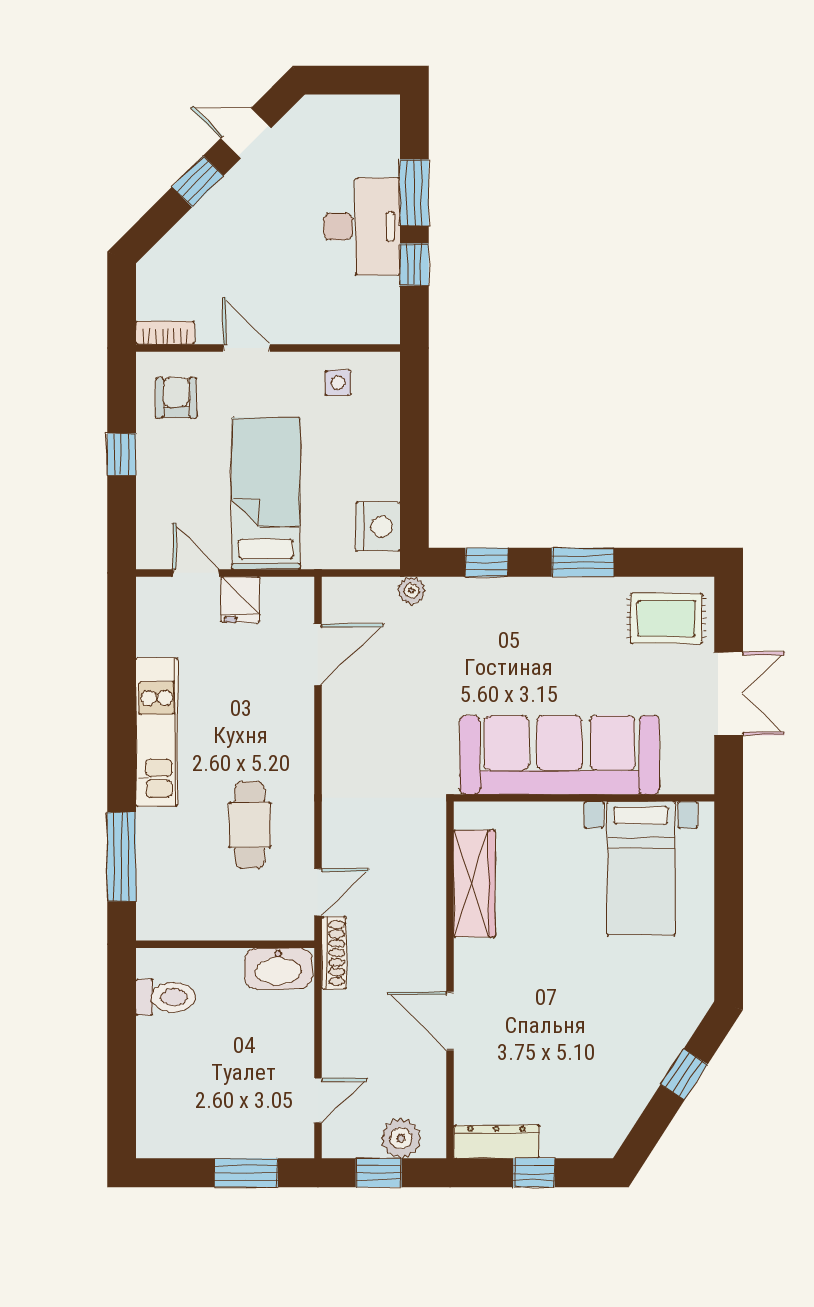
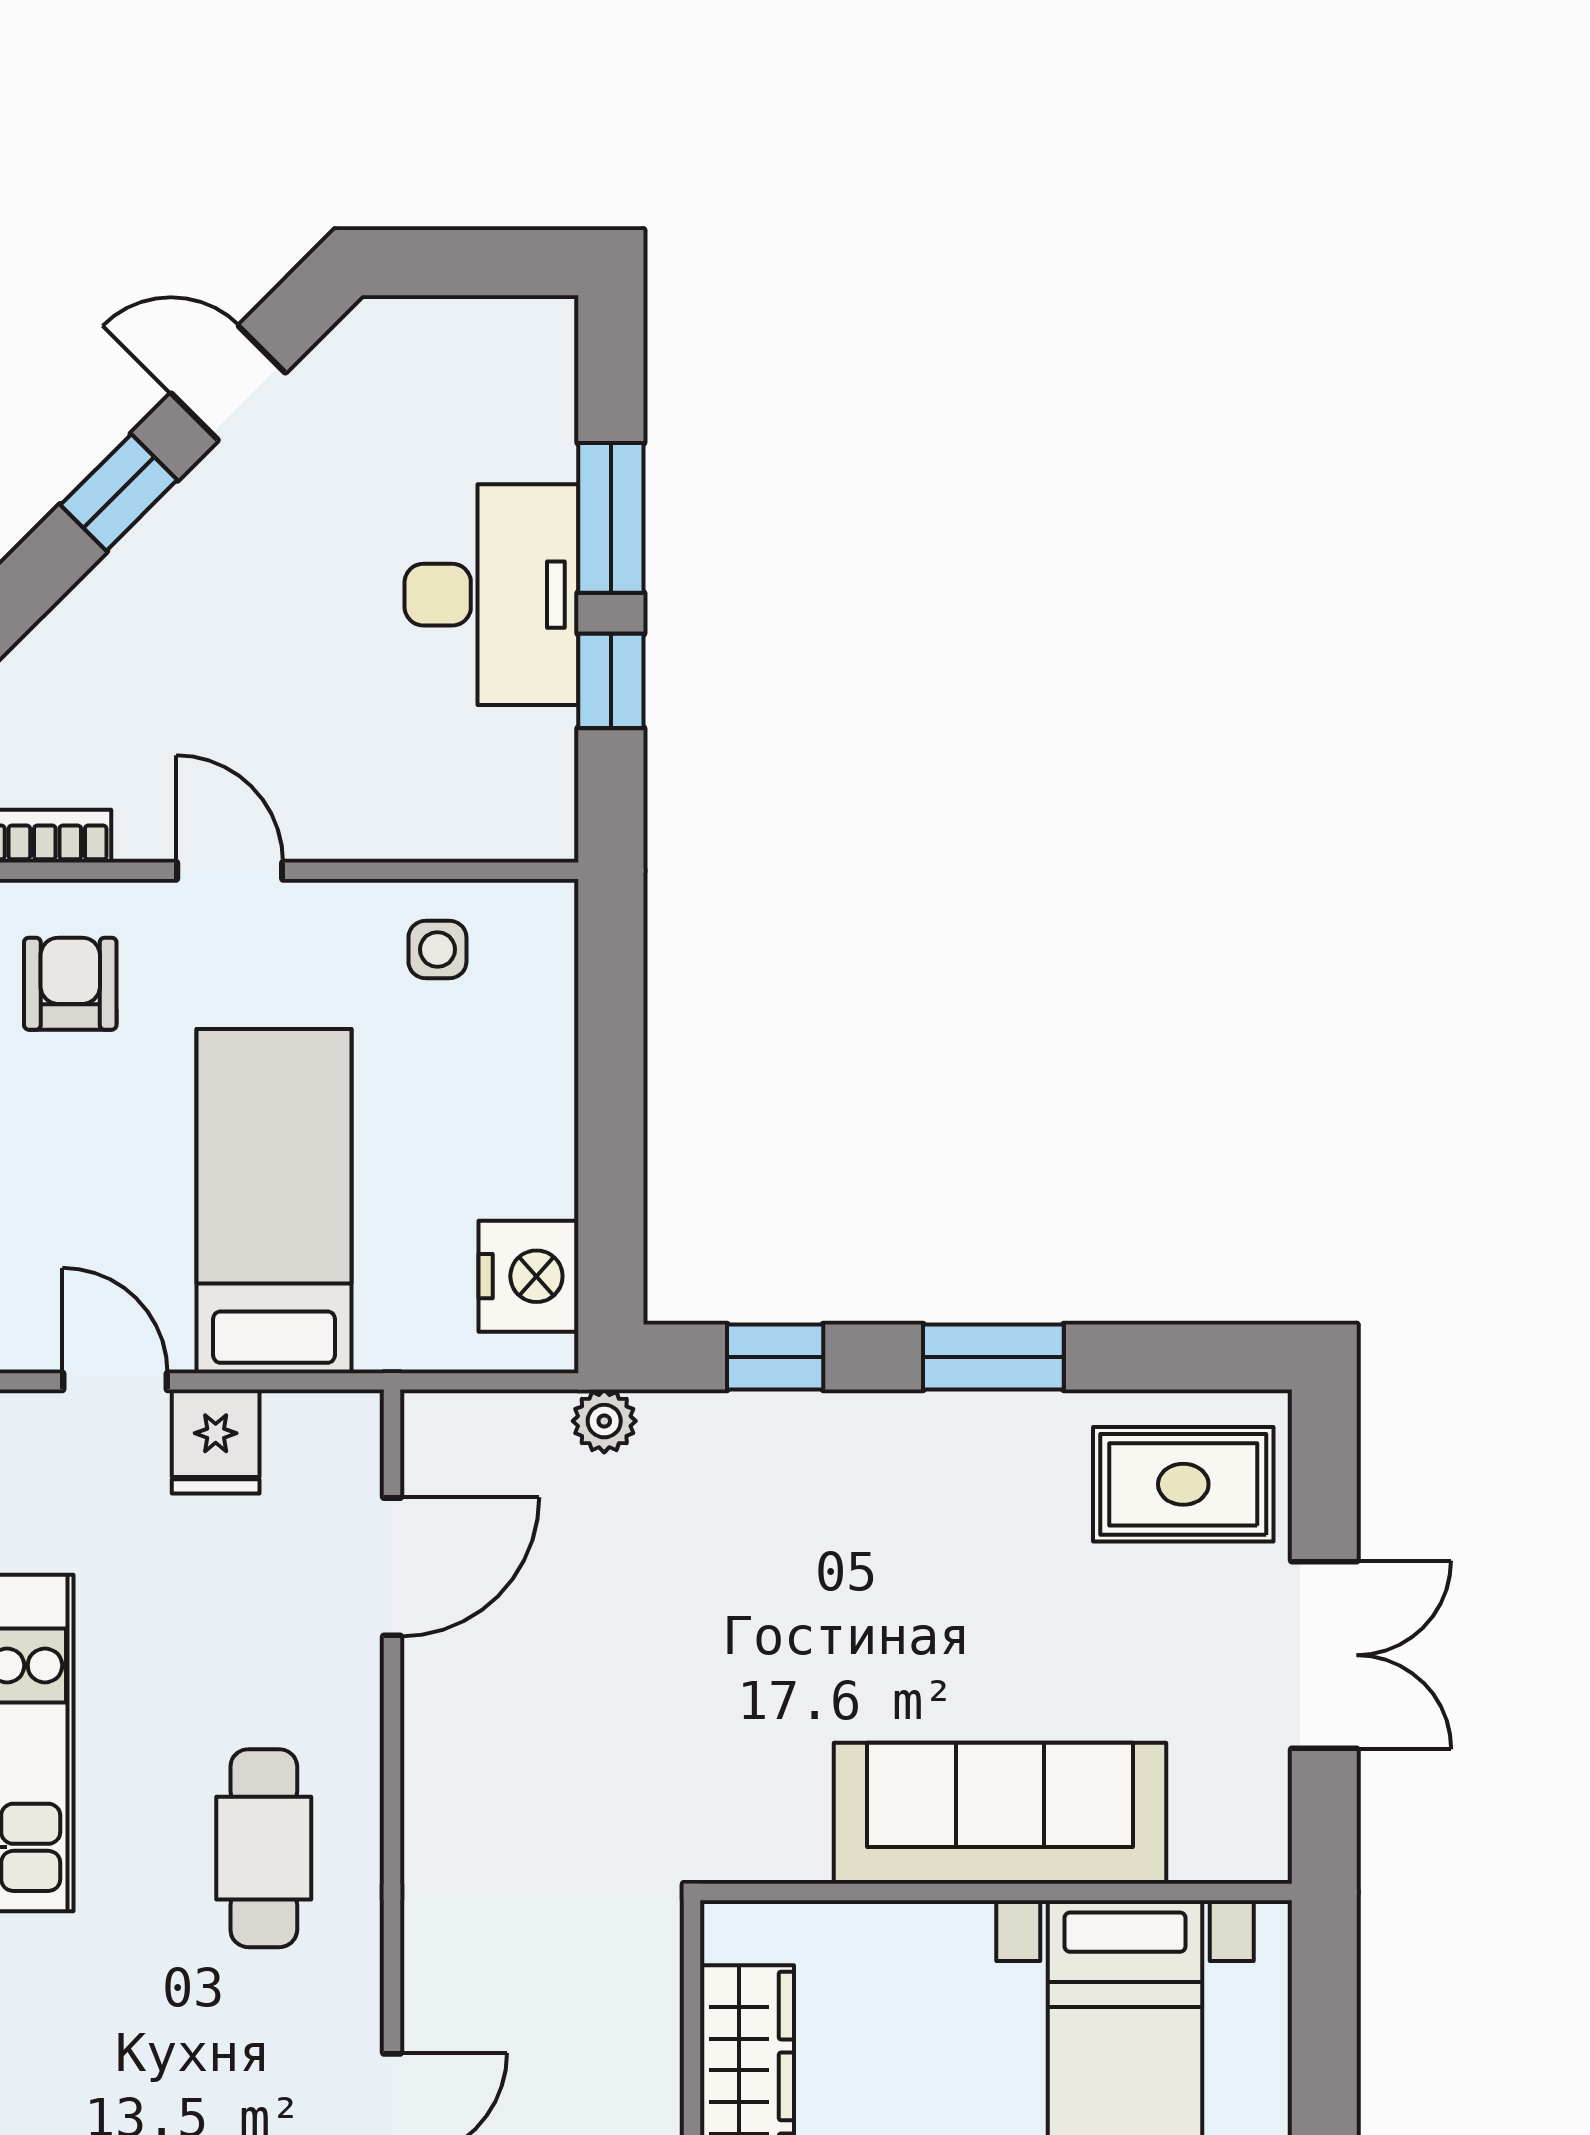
sofa: (559, 755) -> (1000, 1813), width x0.74, depth x0.79
cafe table: (250, 825) -> (264, 1848), moved

